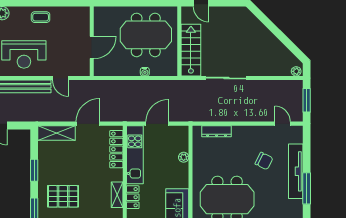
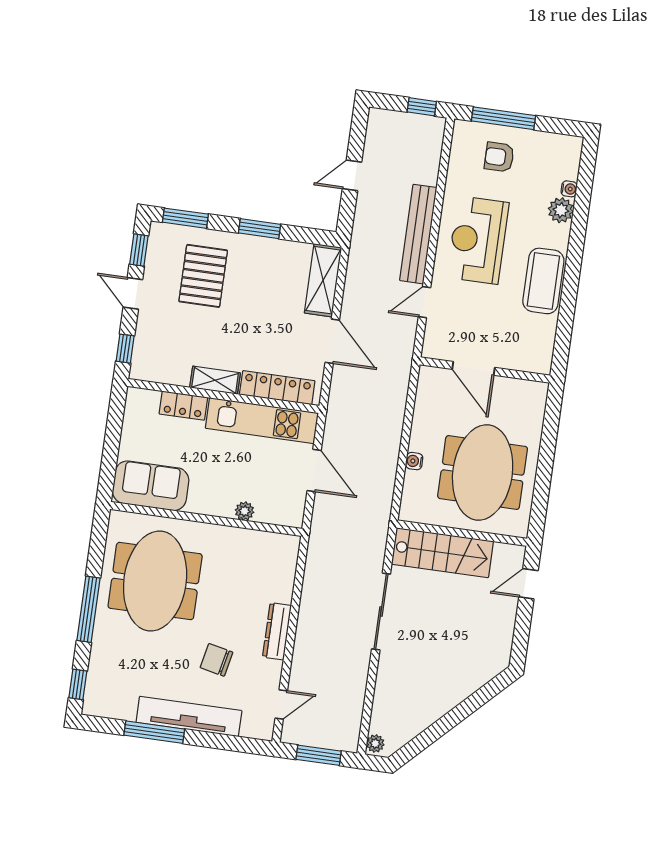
coffee table: (41, 17) -> (543, 281), width x1.86, depth x1.72
dresser: (217, 131) -> (277, 631), moved
chair: (264, 161) -> (217, 660), turned 75
shelving: (117, 195) -> (215, 380), moved

